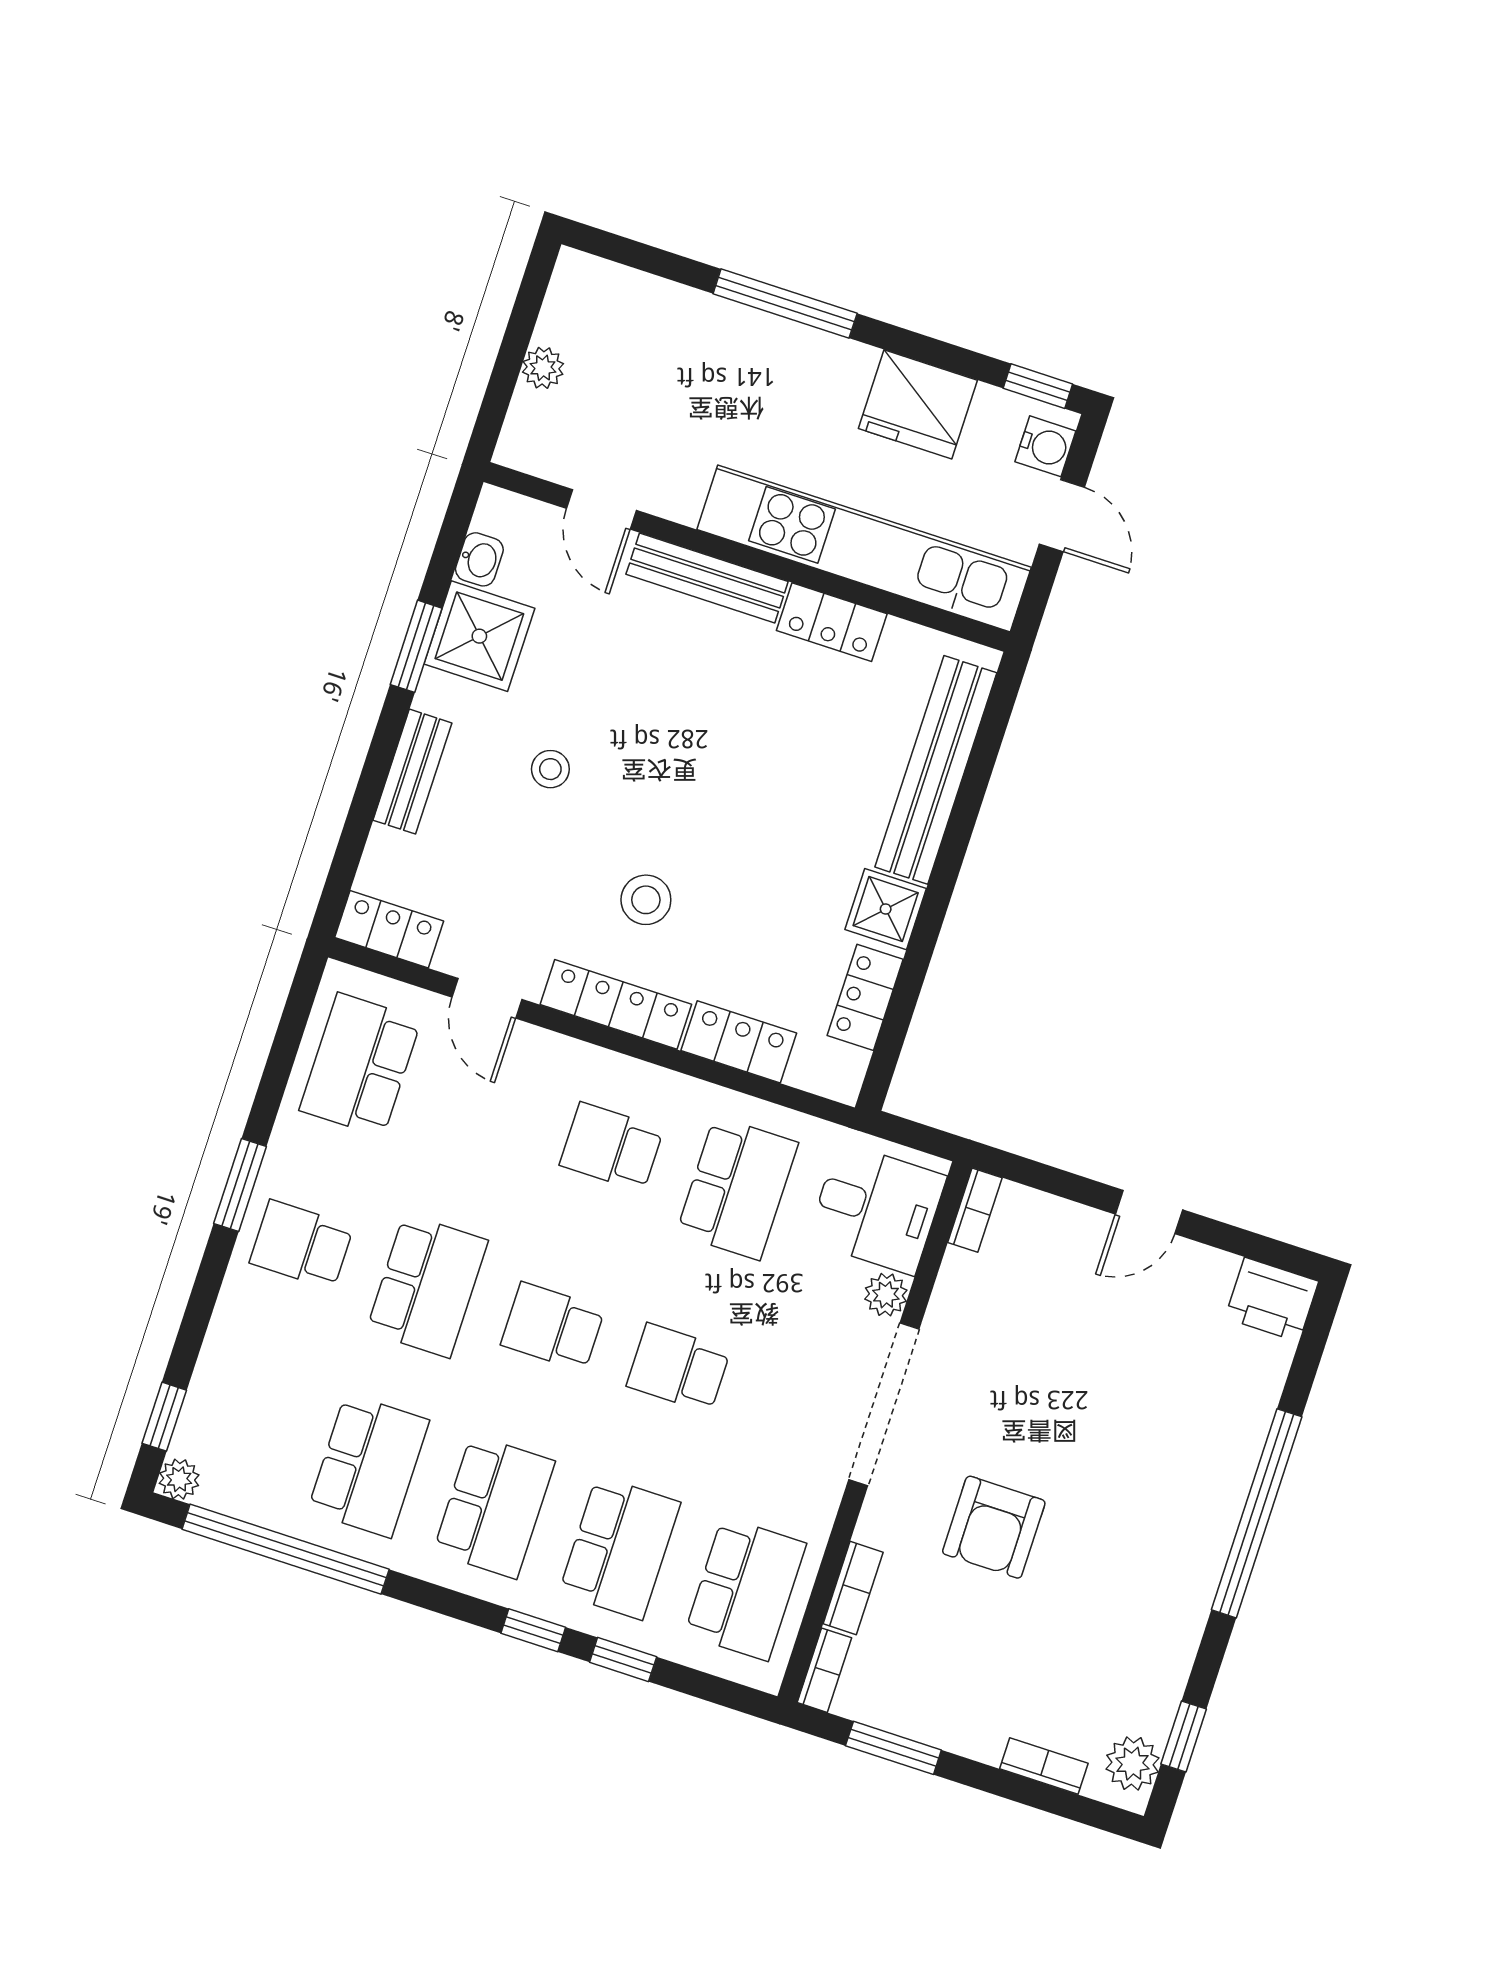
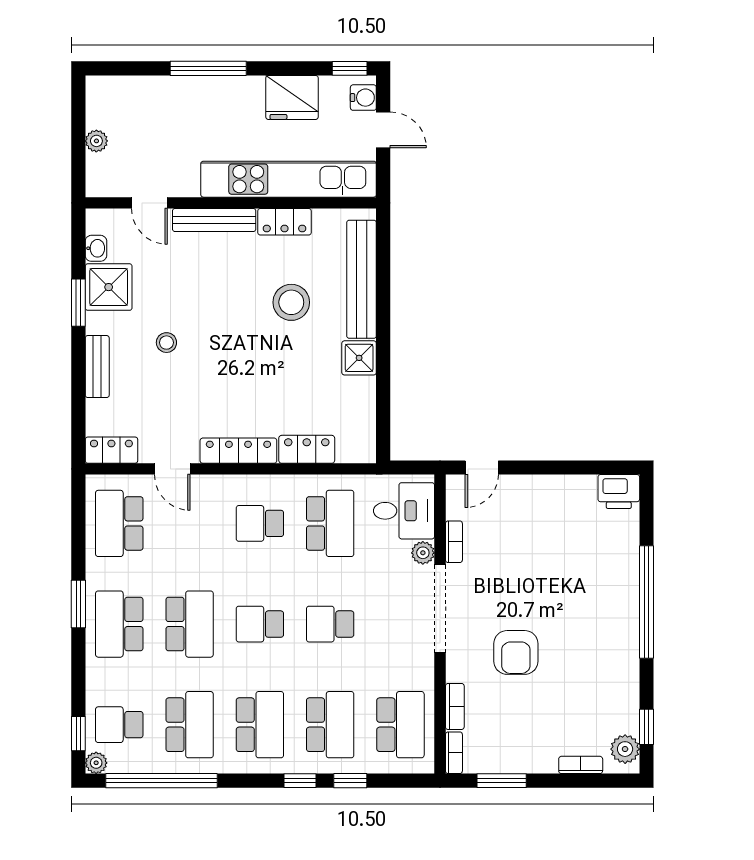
stool: (646, 900) -> (291, 302), moved, width x1.38, depth x1.38
locker: (865, 997) -> (363, 406), removed
bookcase: (975, 1210) -> (454, 542), moved
door: (1149, 1212) -> (482, 467), moved
school desk: (302, 1245) -> (119, 624), width x1.85
school desk: (243, 1424) -> (119, 725), added

